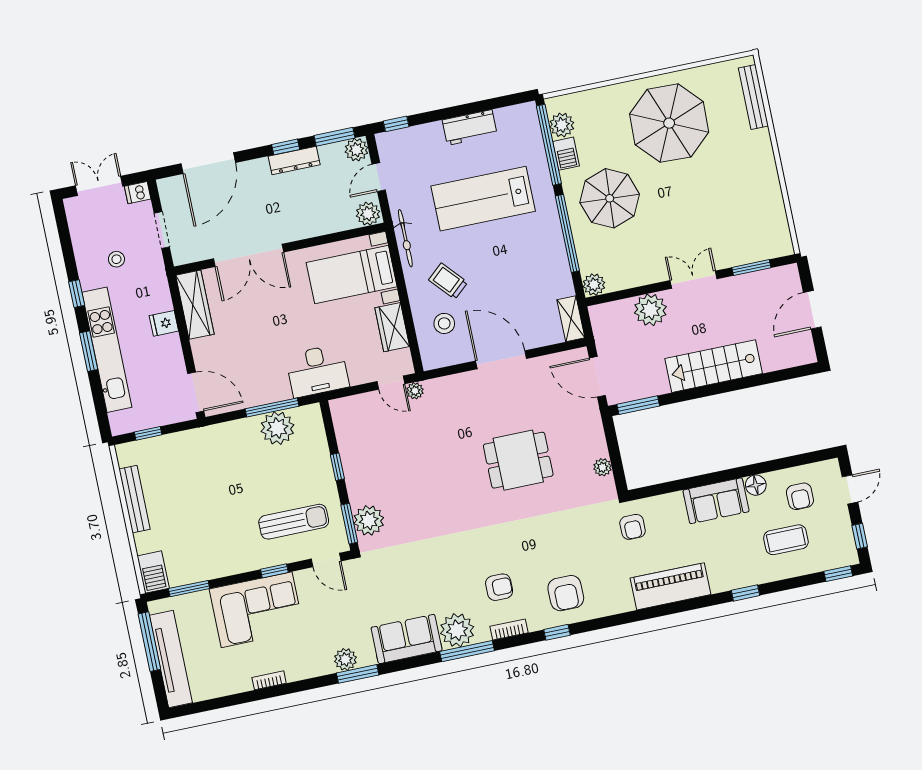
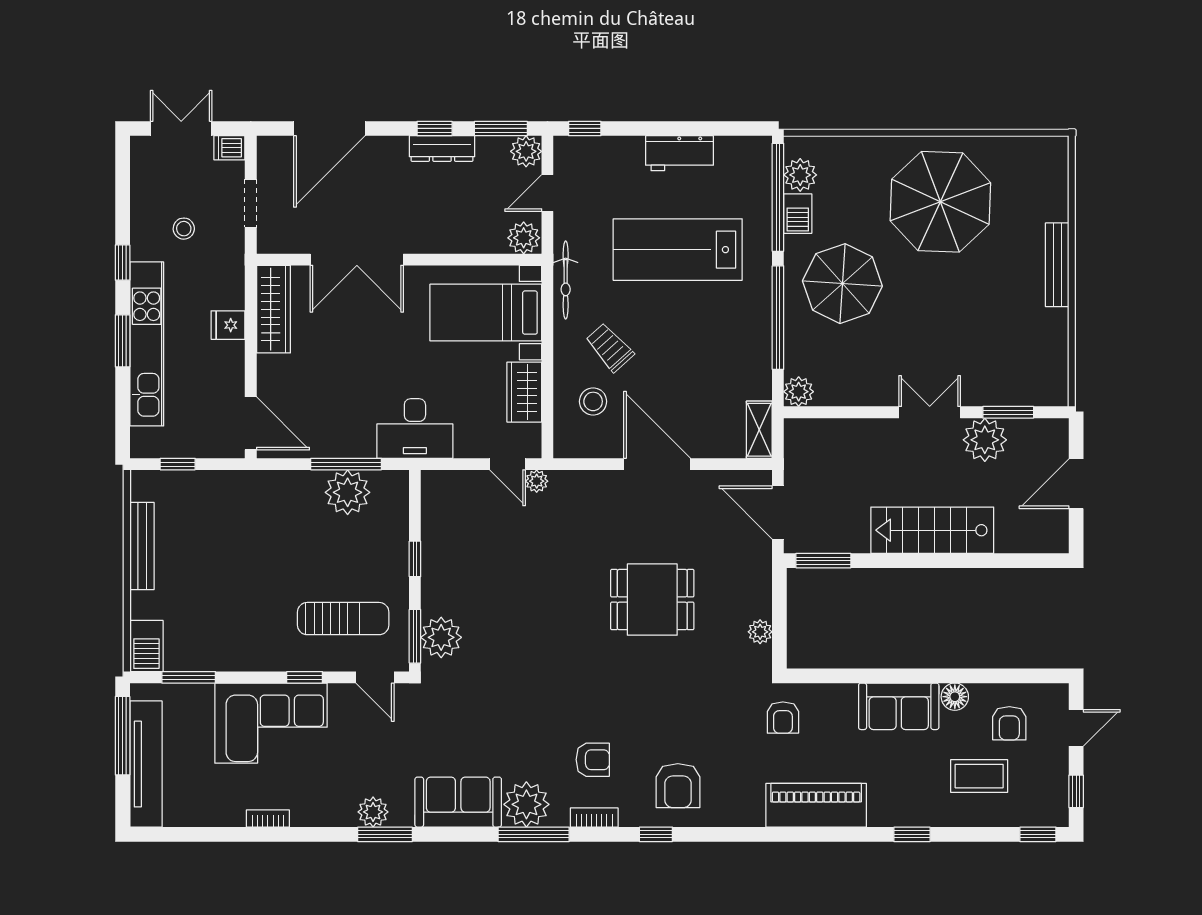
bench: (753, 97) -> (1057, 265), moved
plant: (650, 310) -> (985, 440), moved

